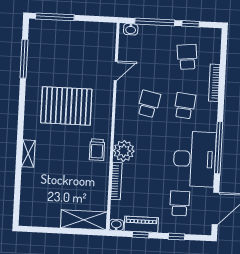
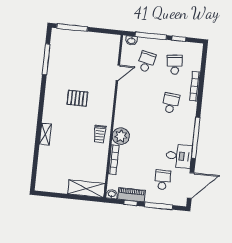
school desk: (149, 104) -> (146, 62), moved
pallet: (66, 106) -> (77, 98), width x0.49, depth x0.50
desk: (195, 159) -> (179, 156), width x0.53, depth x0.77
window: (176, 237) -> (159, 206), width x2.17

